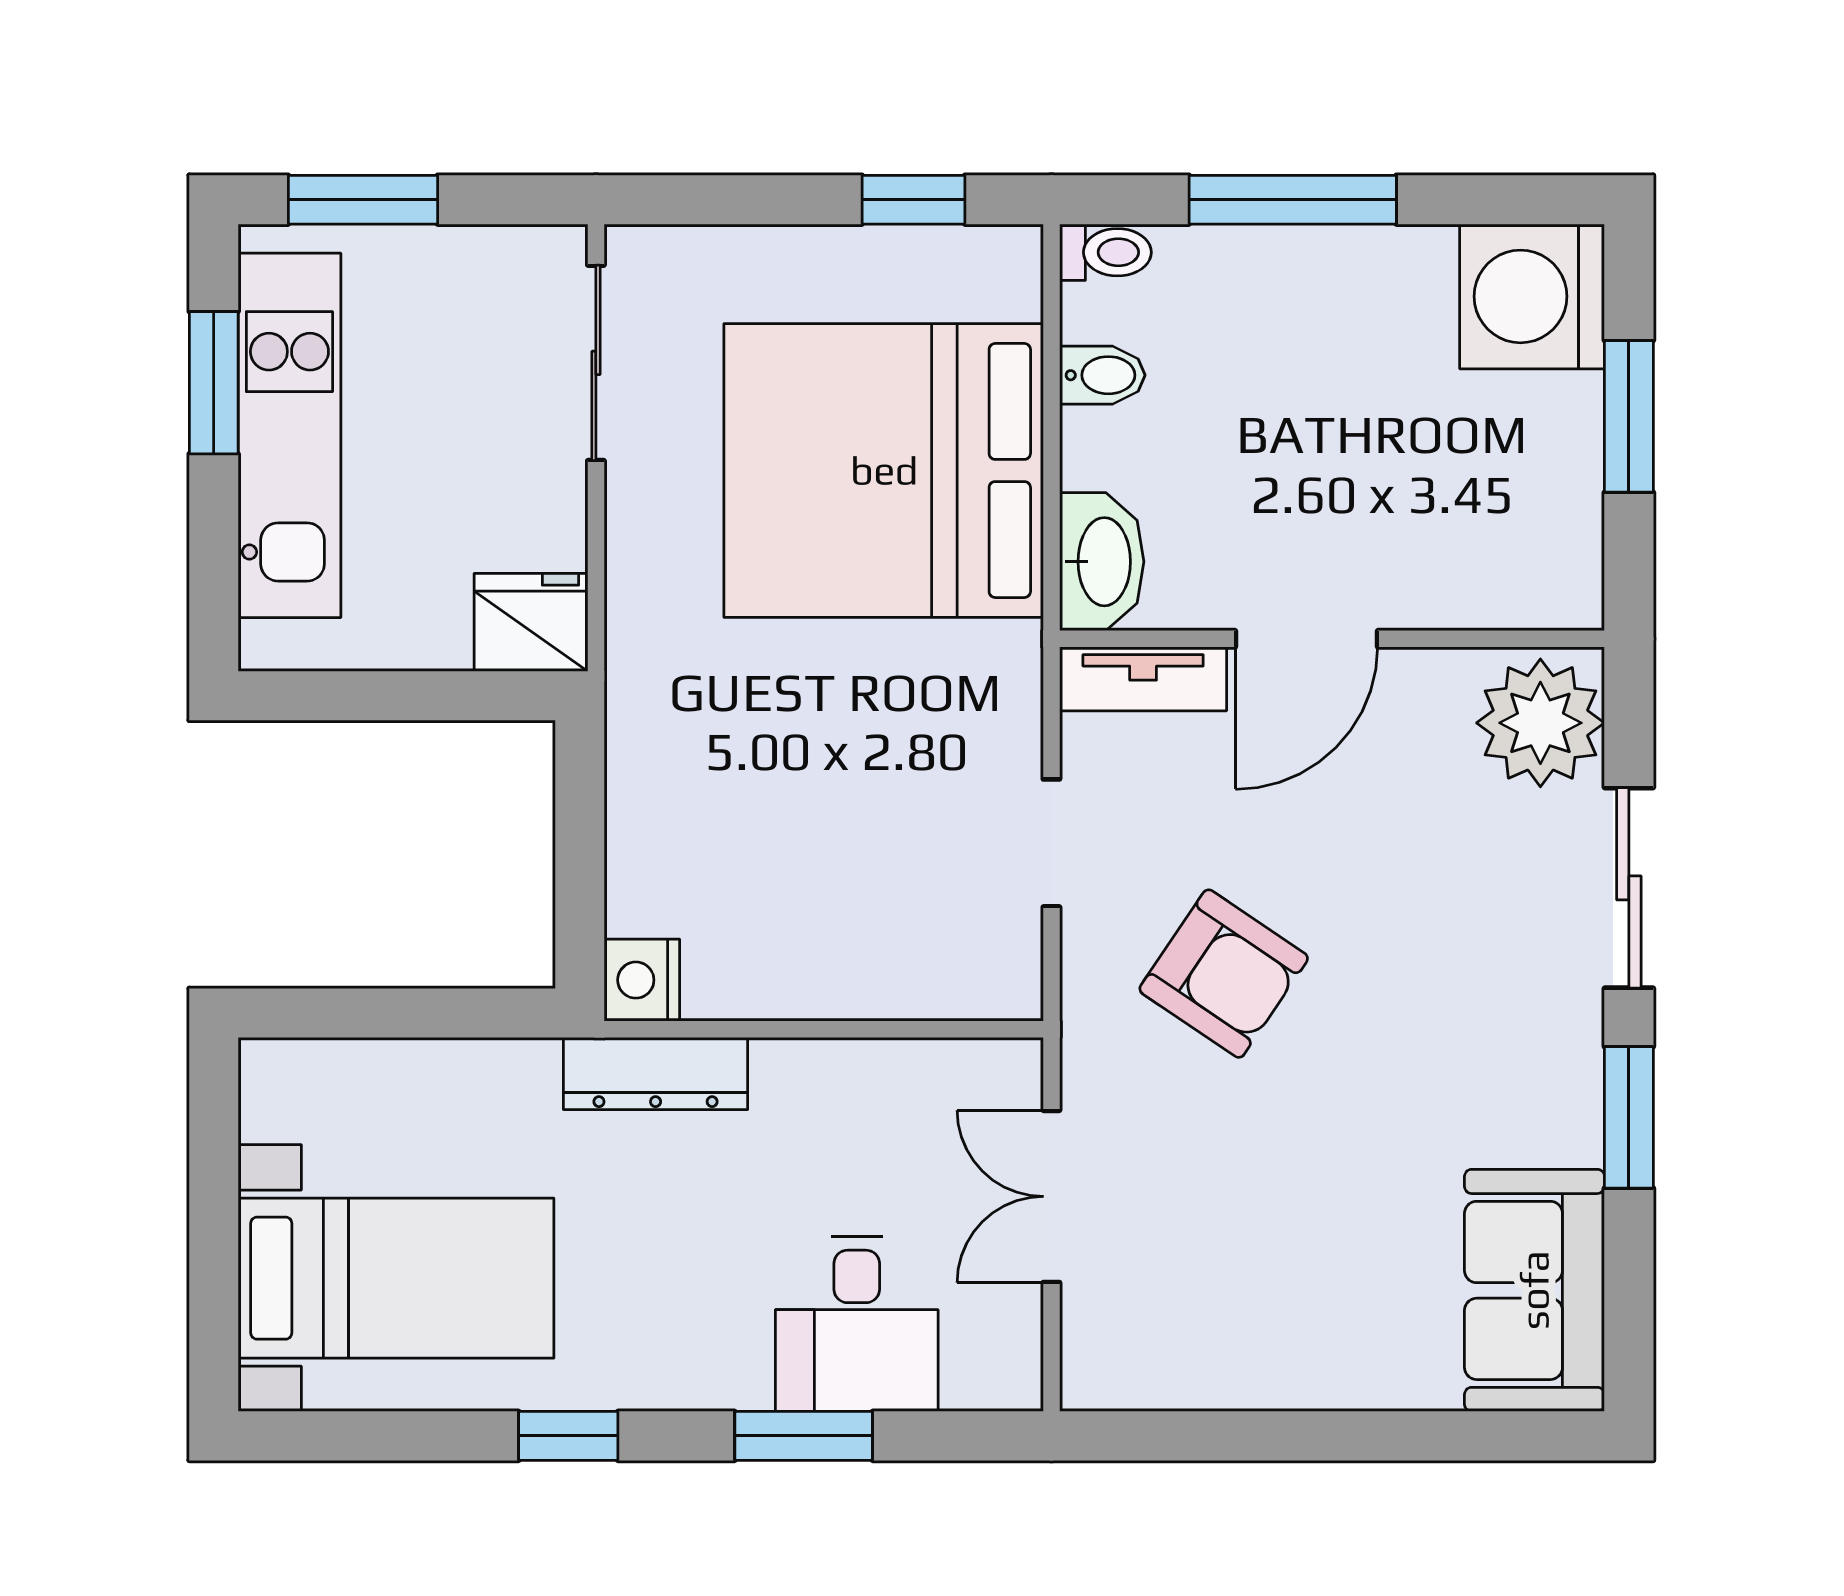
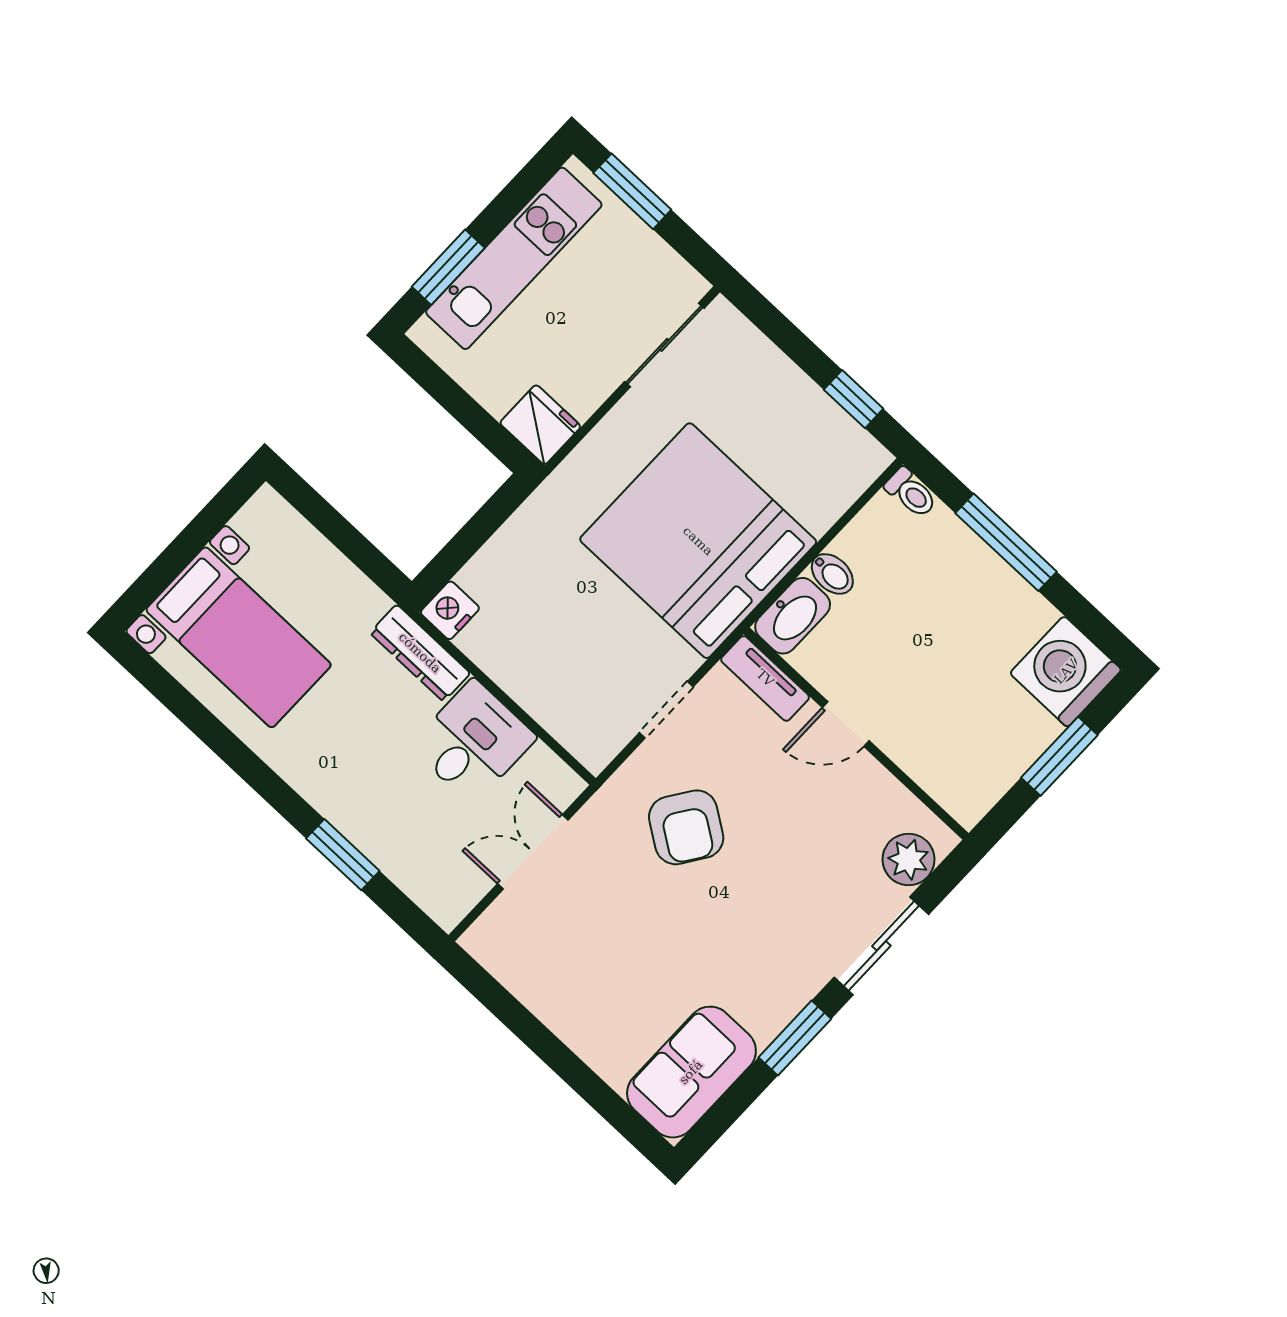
bidet: (1102, 375) -> (832, 574), moved
window: (214, 383) -> (448, 267), moved
bed: (884, 470) -> (698, 541), moved
door: (1306, 639) -> (846, 724), width x0.73
plant: (1540, 723) -> (909, 859), width x0.73, depth x0.73
desk: (857, 1324) -> (473, 742), moved, turned 180
window: (568, 1436) -> (248, 766), removed

